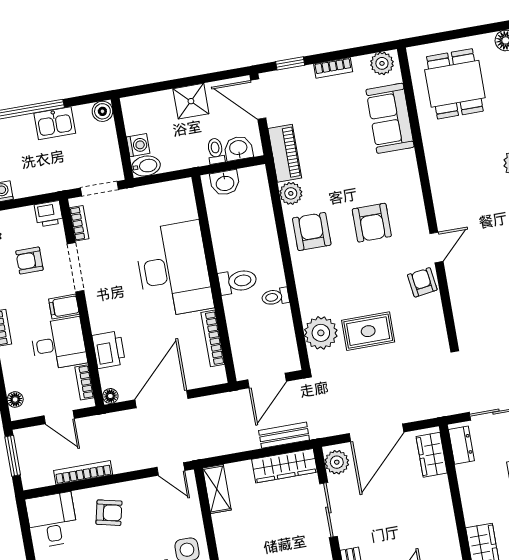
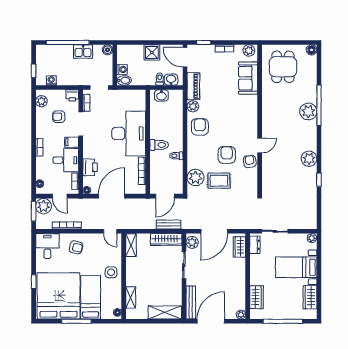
armchair: (372, 223) -> (227, 155), moved, turned 180
plant: (31, 442) -> (44, 206), added

